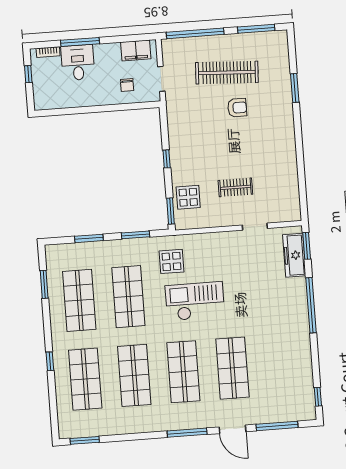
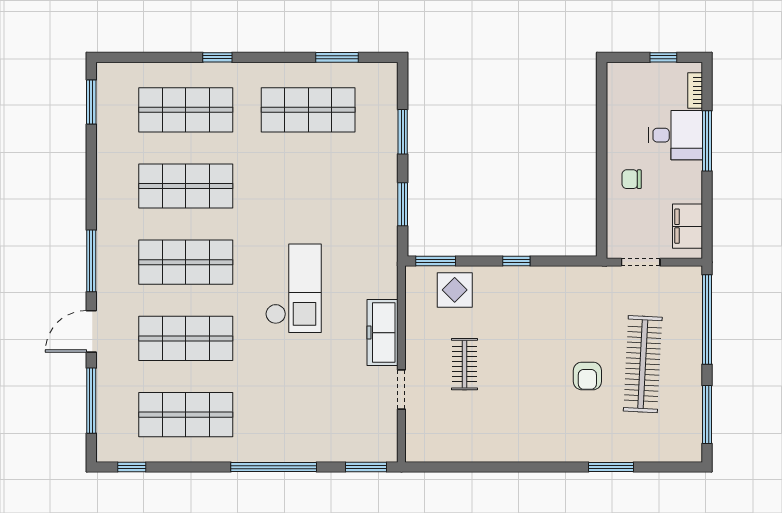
chair: (127, 85) -> (632, 179), moved
freezer: (294, 255) -> (383, 333), moved, turned -90
display table: (171, 261) -> (358, 257), removed
shop shelf: (128, 297) -> (186, 415), moved

